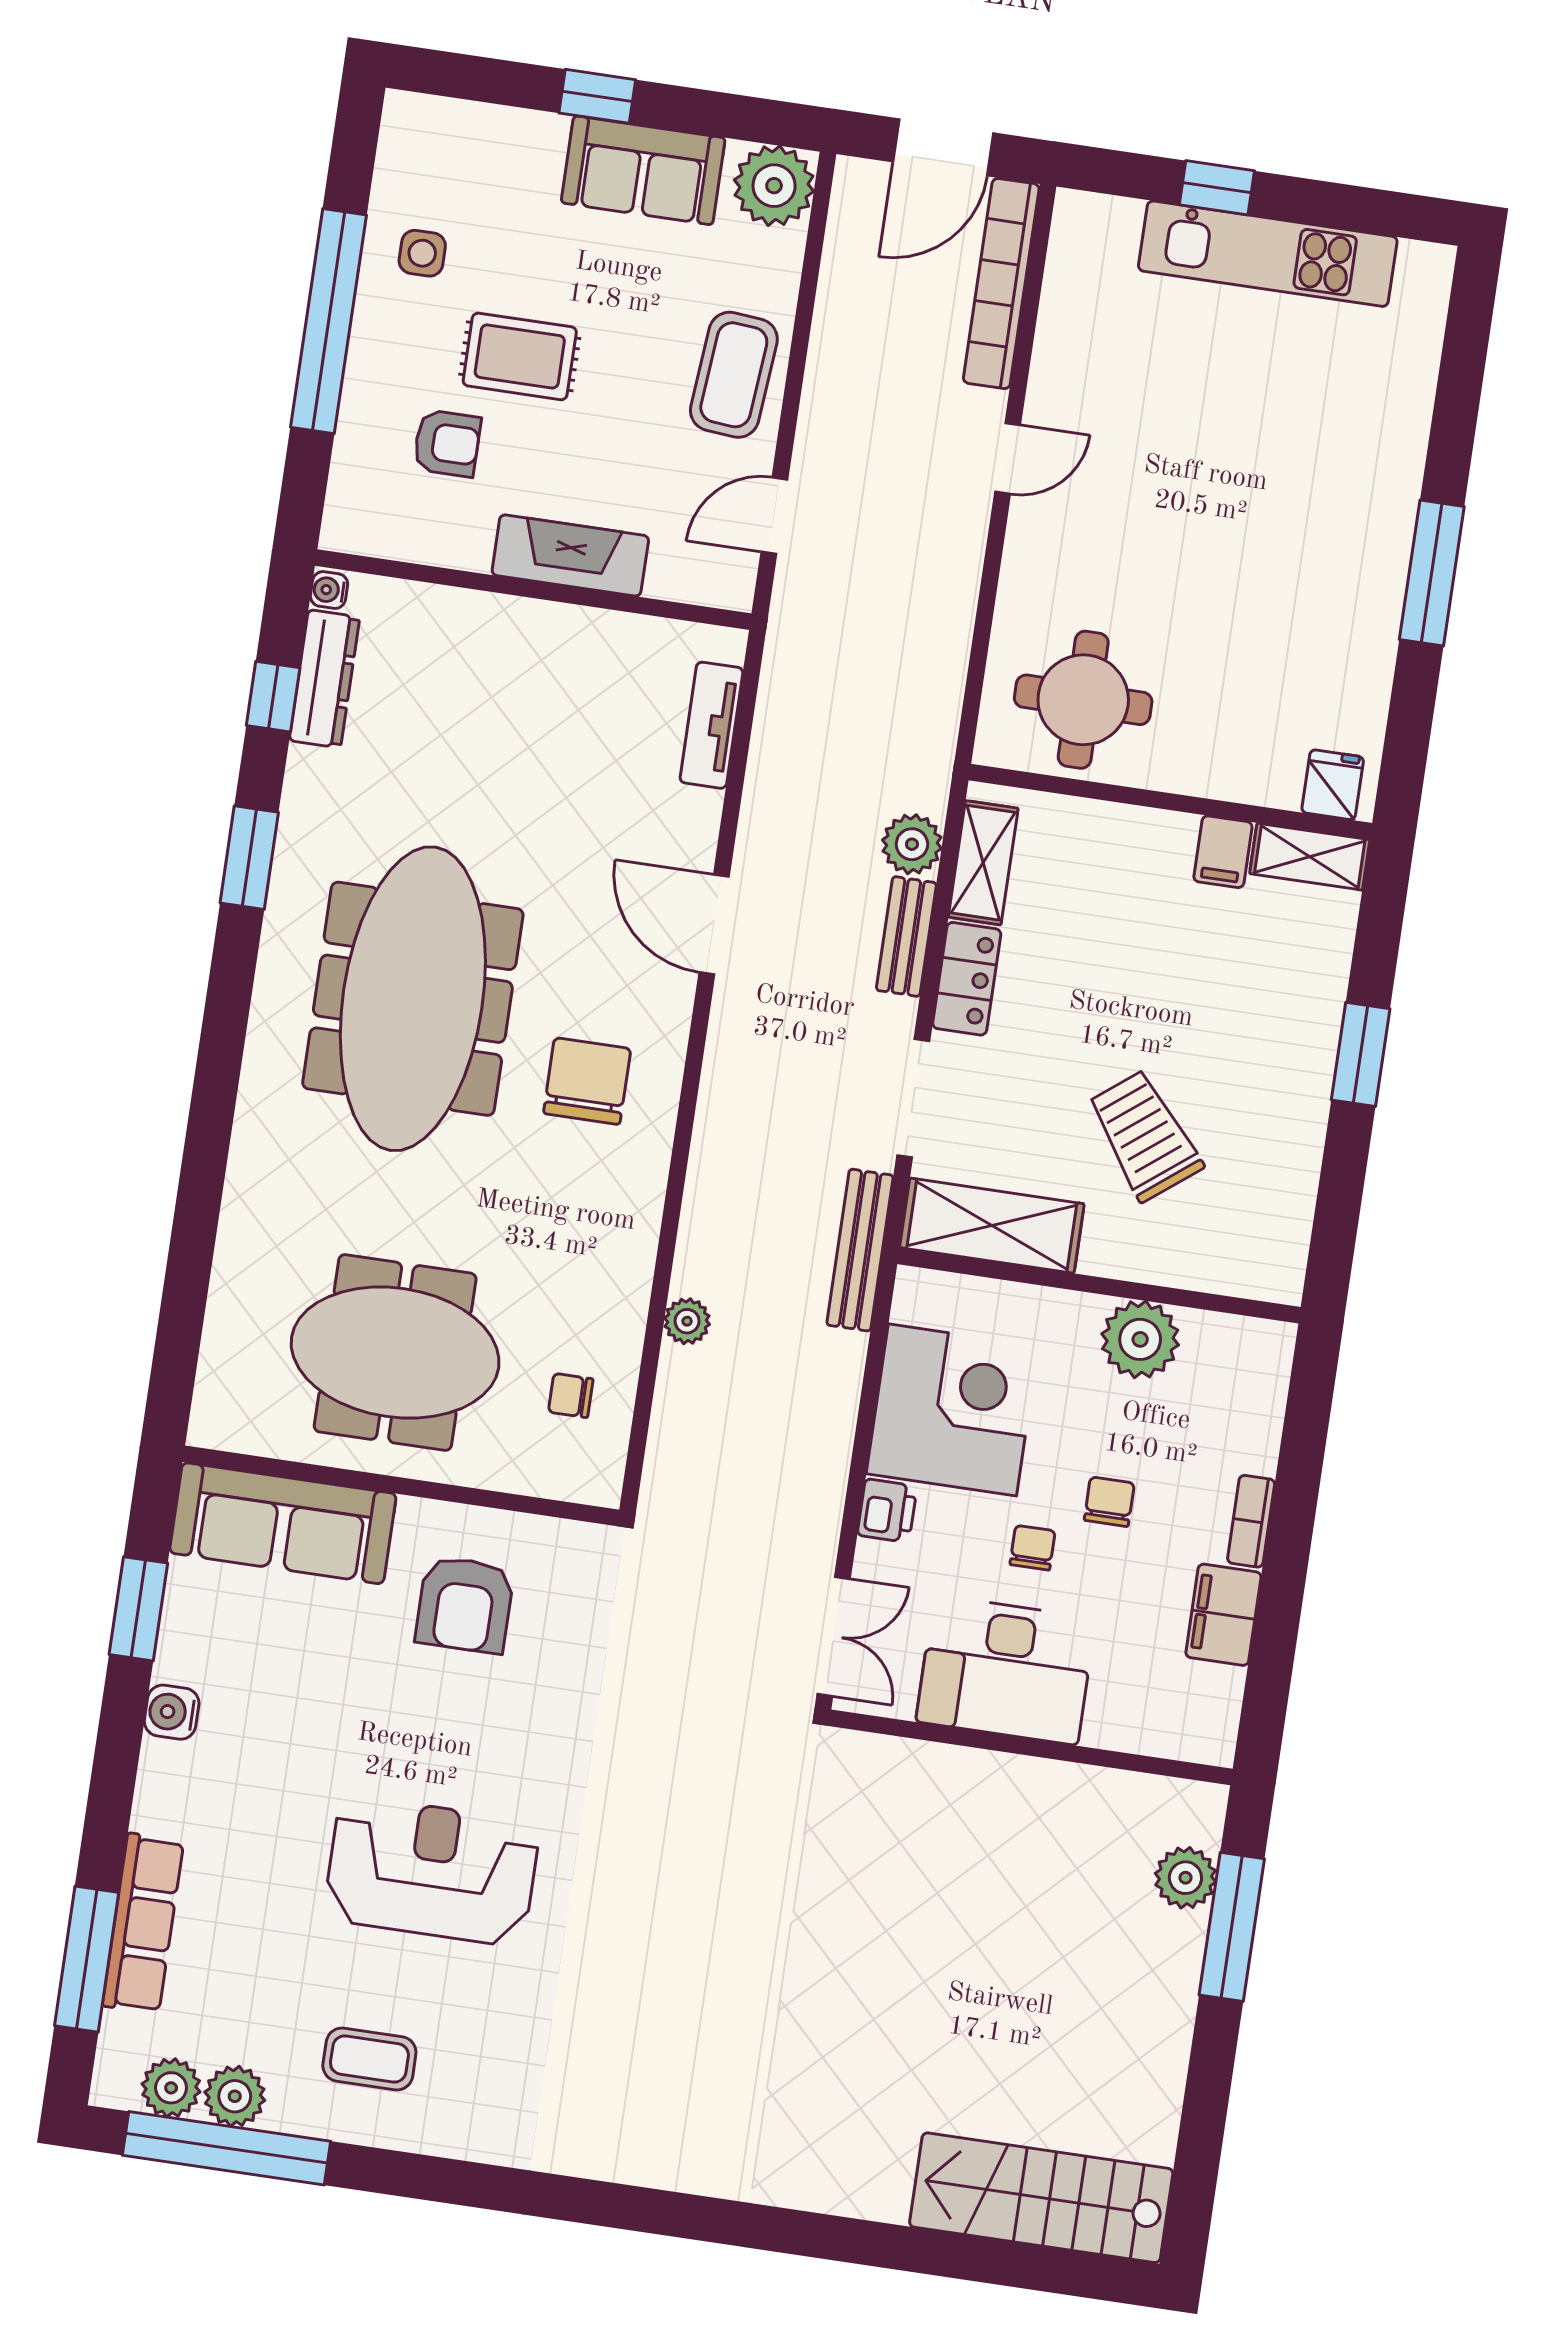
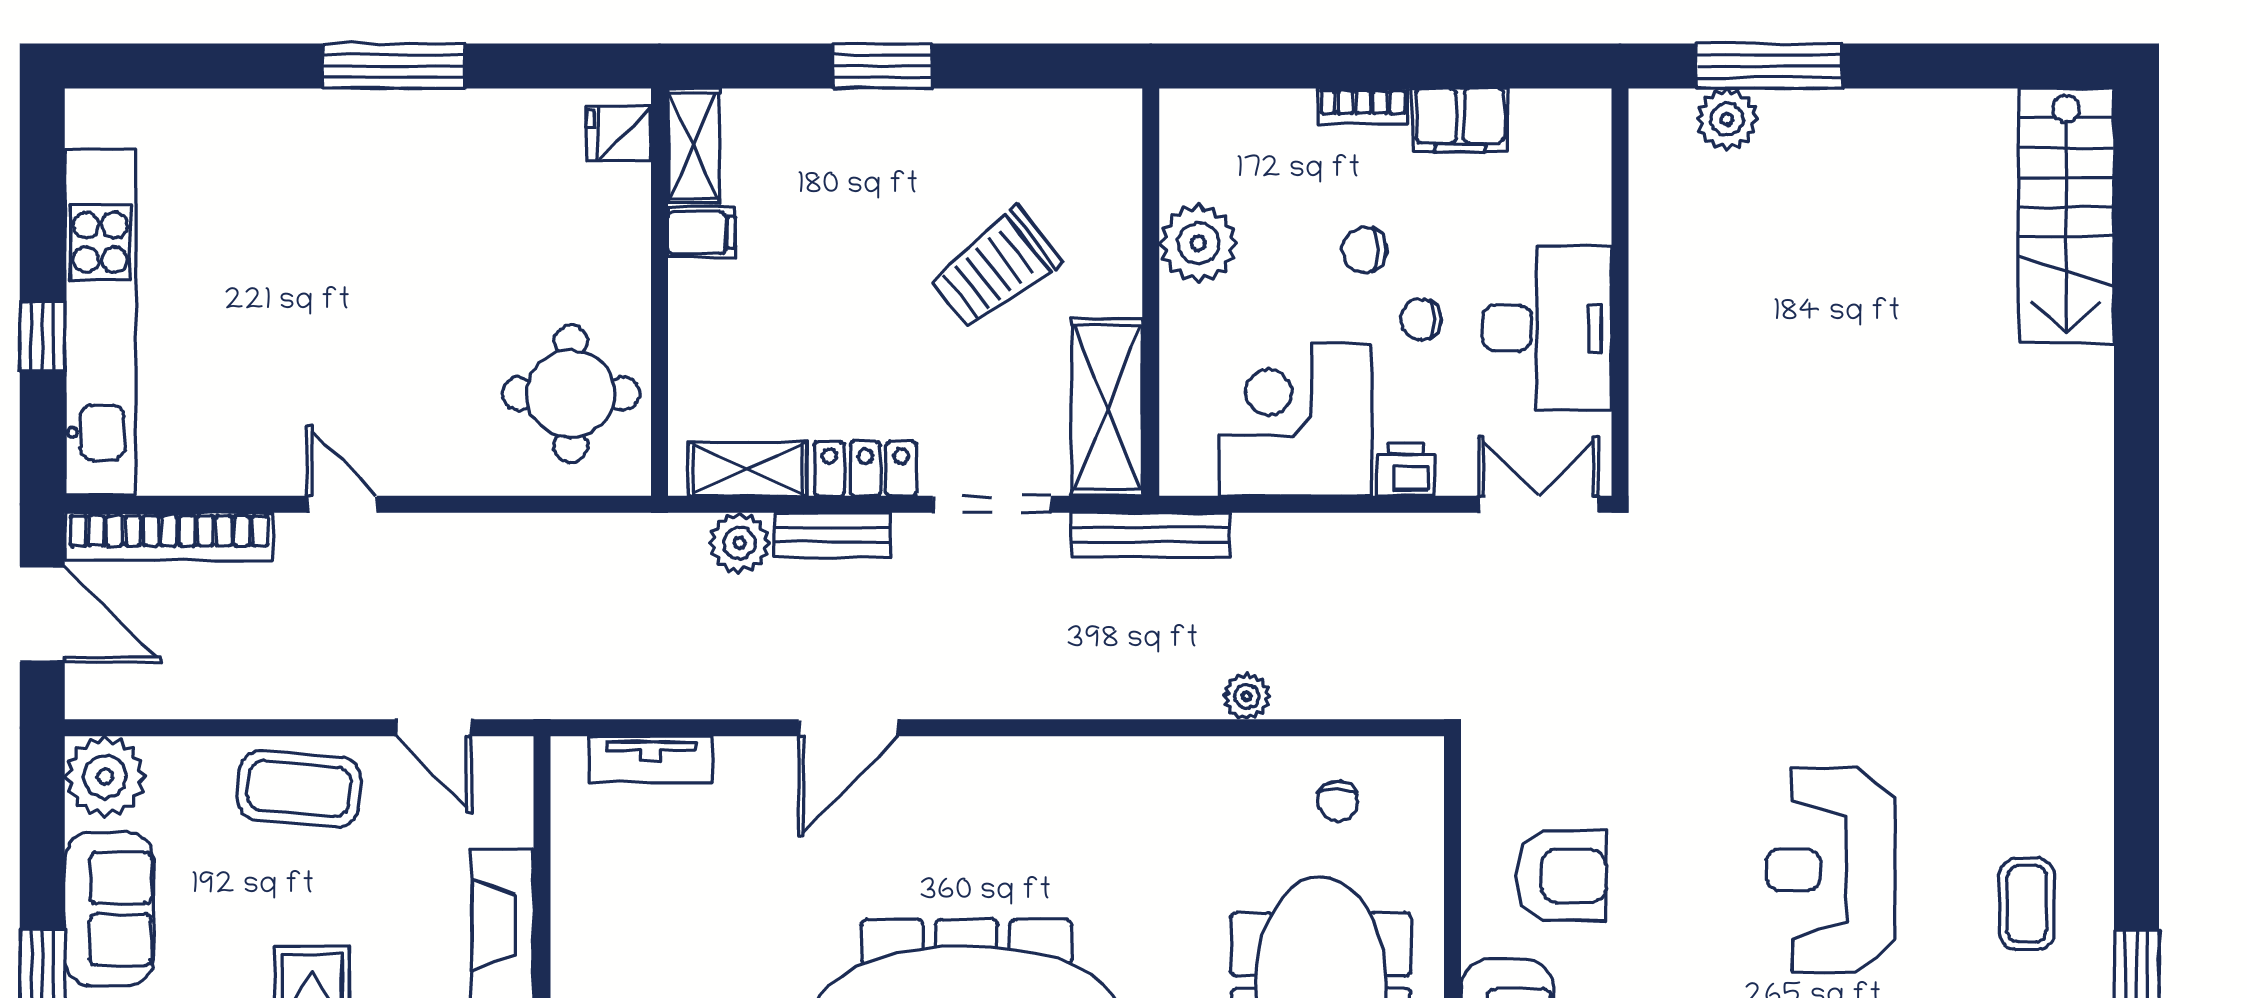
kitchen unit: (1268, 254) -> (100, 322), width x1.36
chair: (587, 1081) -> (1023, 831), removed

